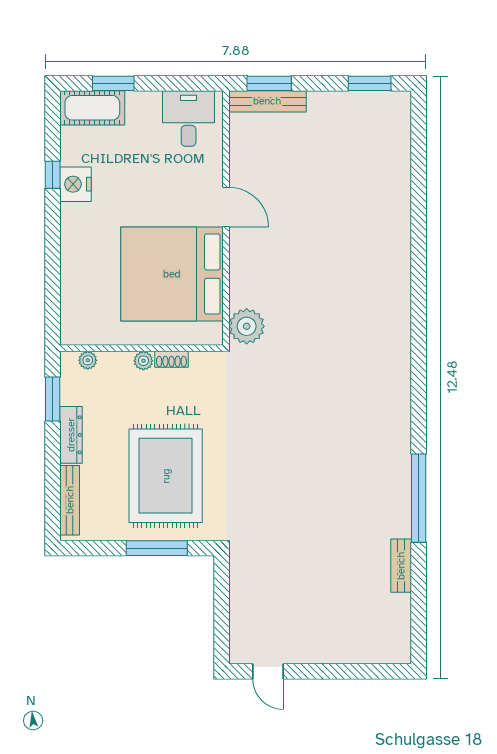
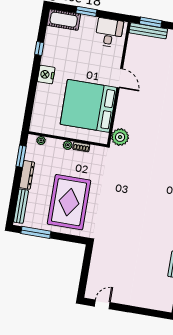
window: (113, 83) -> (86, 11), moved
nightstand: (75, 184) -> (46, 75), moved
window: (157, 548) -> (36, 232), moved
door: (268, 671) -> (102, 304), swing flipped

